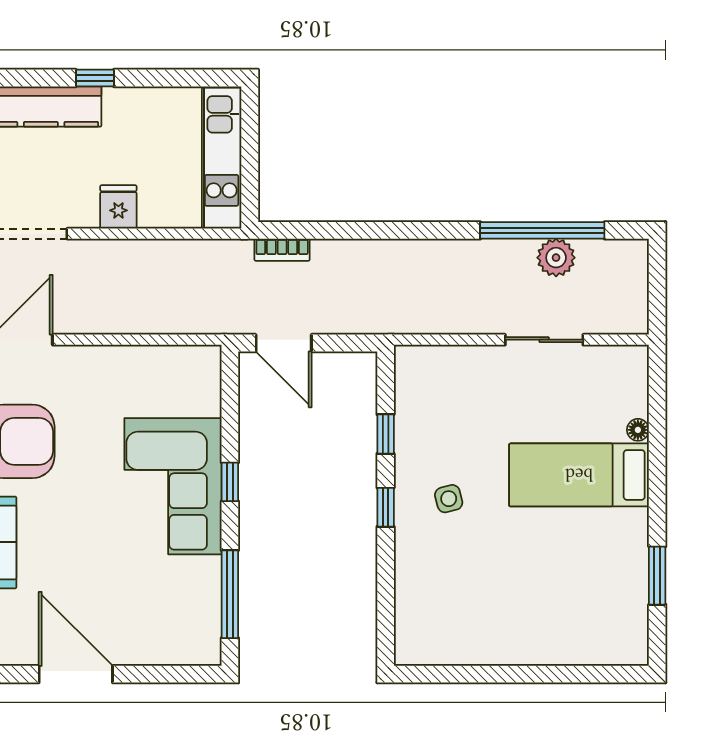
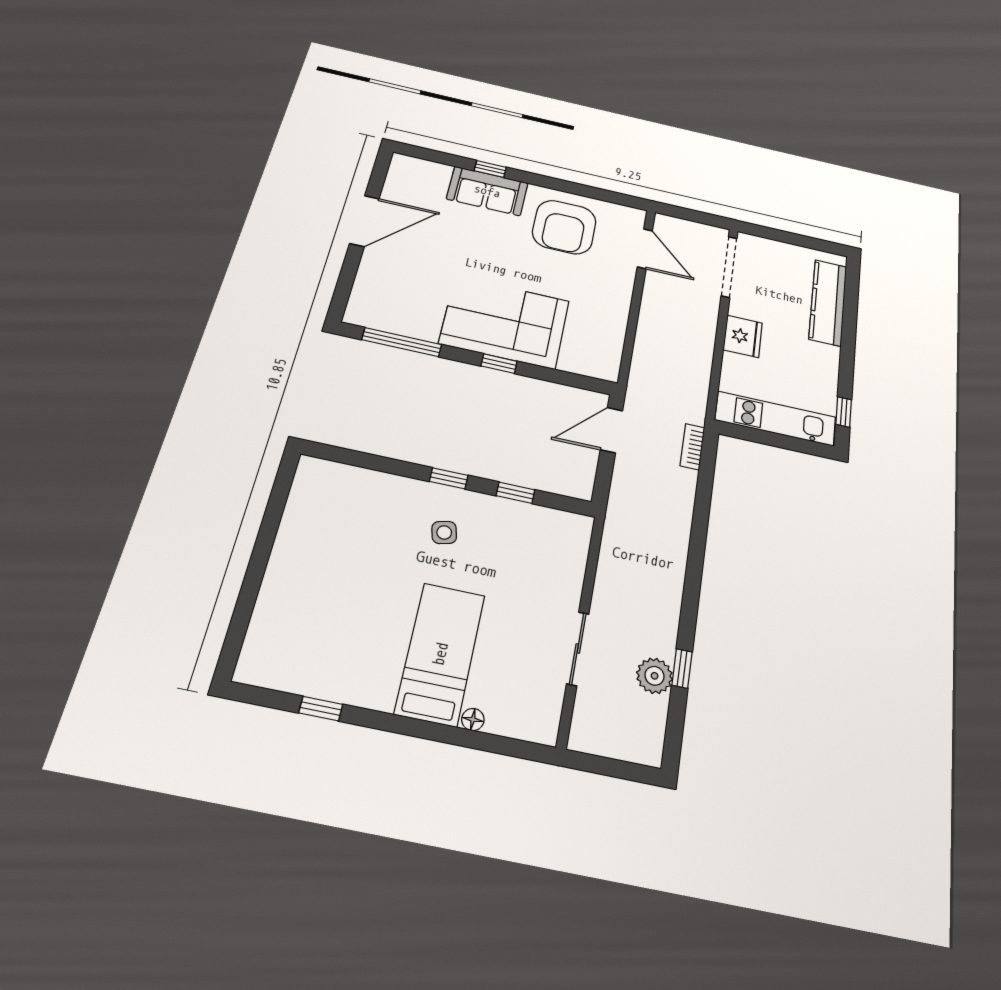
window: (95, 78) -> (844, 412), moved
fridge: (118, 207) -> (743, 336), width x1.38
window: (542, 230) -> (682, 669), width x0.32
window: (657, 576) -> (321, 709), width x0.67

